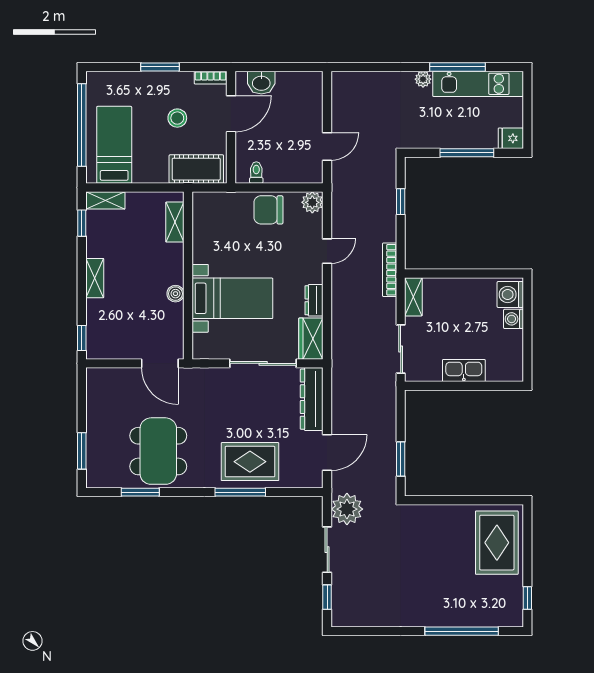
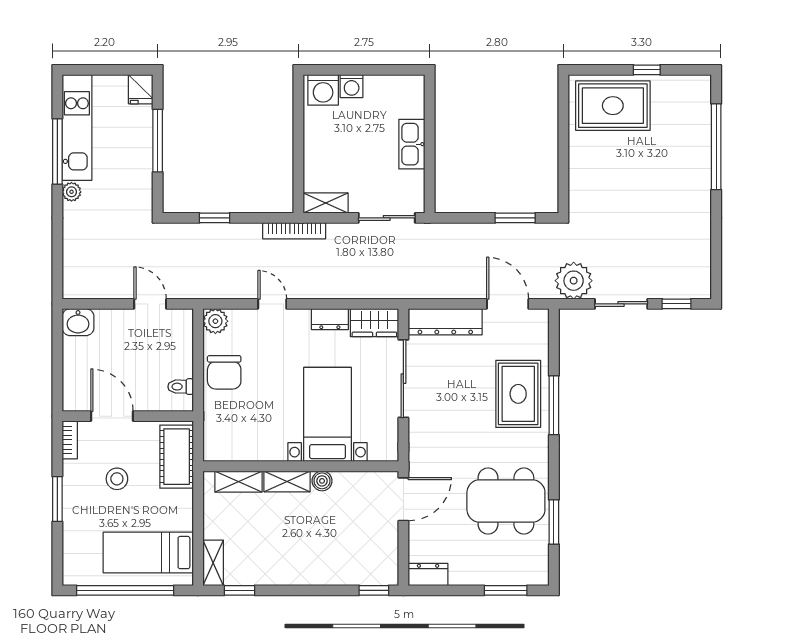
washbasin: (261, 83) -> (78, 322), moved, turned 90
shelving: (95, 278) -> (287, 481), moved
dresser: (95, 384) -> (428, 574), added
window: (527, 598) -> (647, 70), moved

